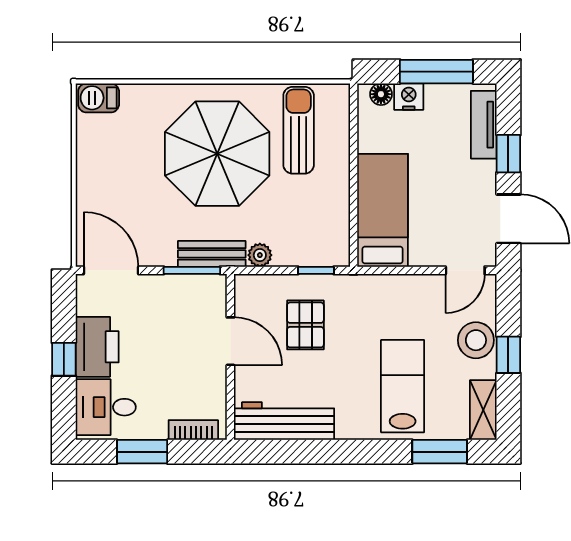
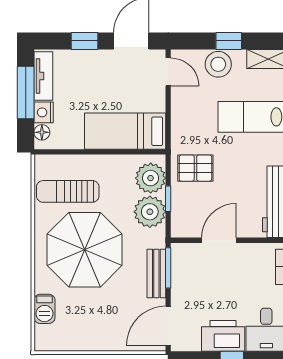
barbecue: (99, 98) -> (45, 309), moved
tv unit: (484, 125) -> (43, 76), moved, turned -90
plant: (317, 246) -> (151, 178), added
bench: (212, 254) -> (156, 274), moved
plant: (260, 255) -> (150, 212), width x1.88, depth x1.88
window: (316, 270) -> (168, 199), moved
pallet: (305, 325) -> (195, 168), moved

